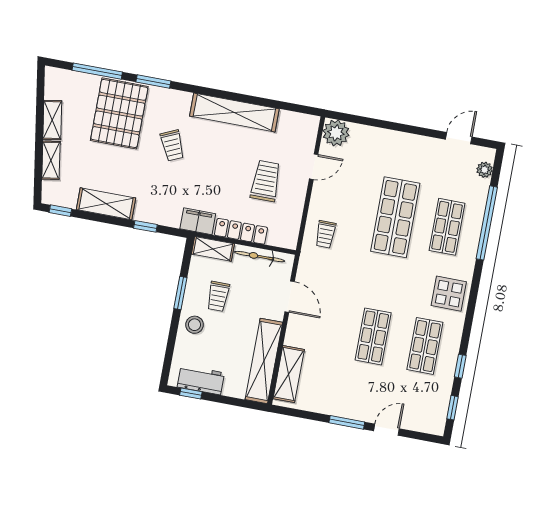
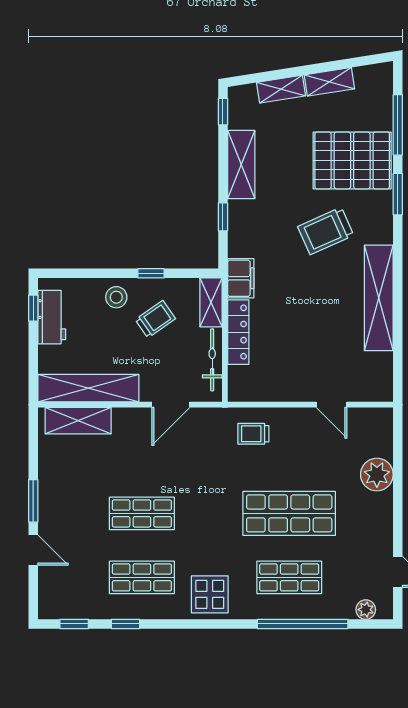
plant: (336, 133) -> (377, 475), moved
trolley: (172, 145) -> (326, 231), width x1.36, depth x1.39
trolley: (266, 181) -> (304, 350), removed
window: (180, 293) -> (151, 273), width x0.67
trolley: (218, 296) -> (155, 319), turned 145

